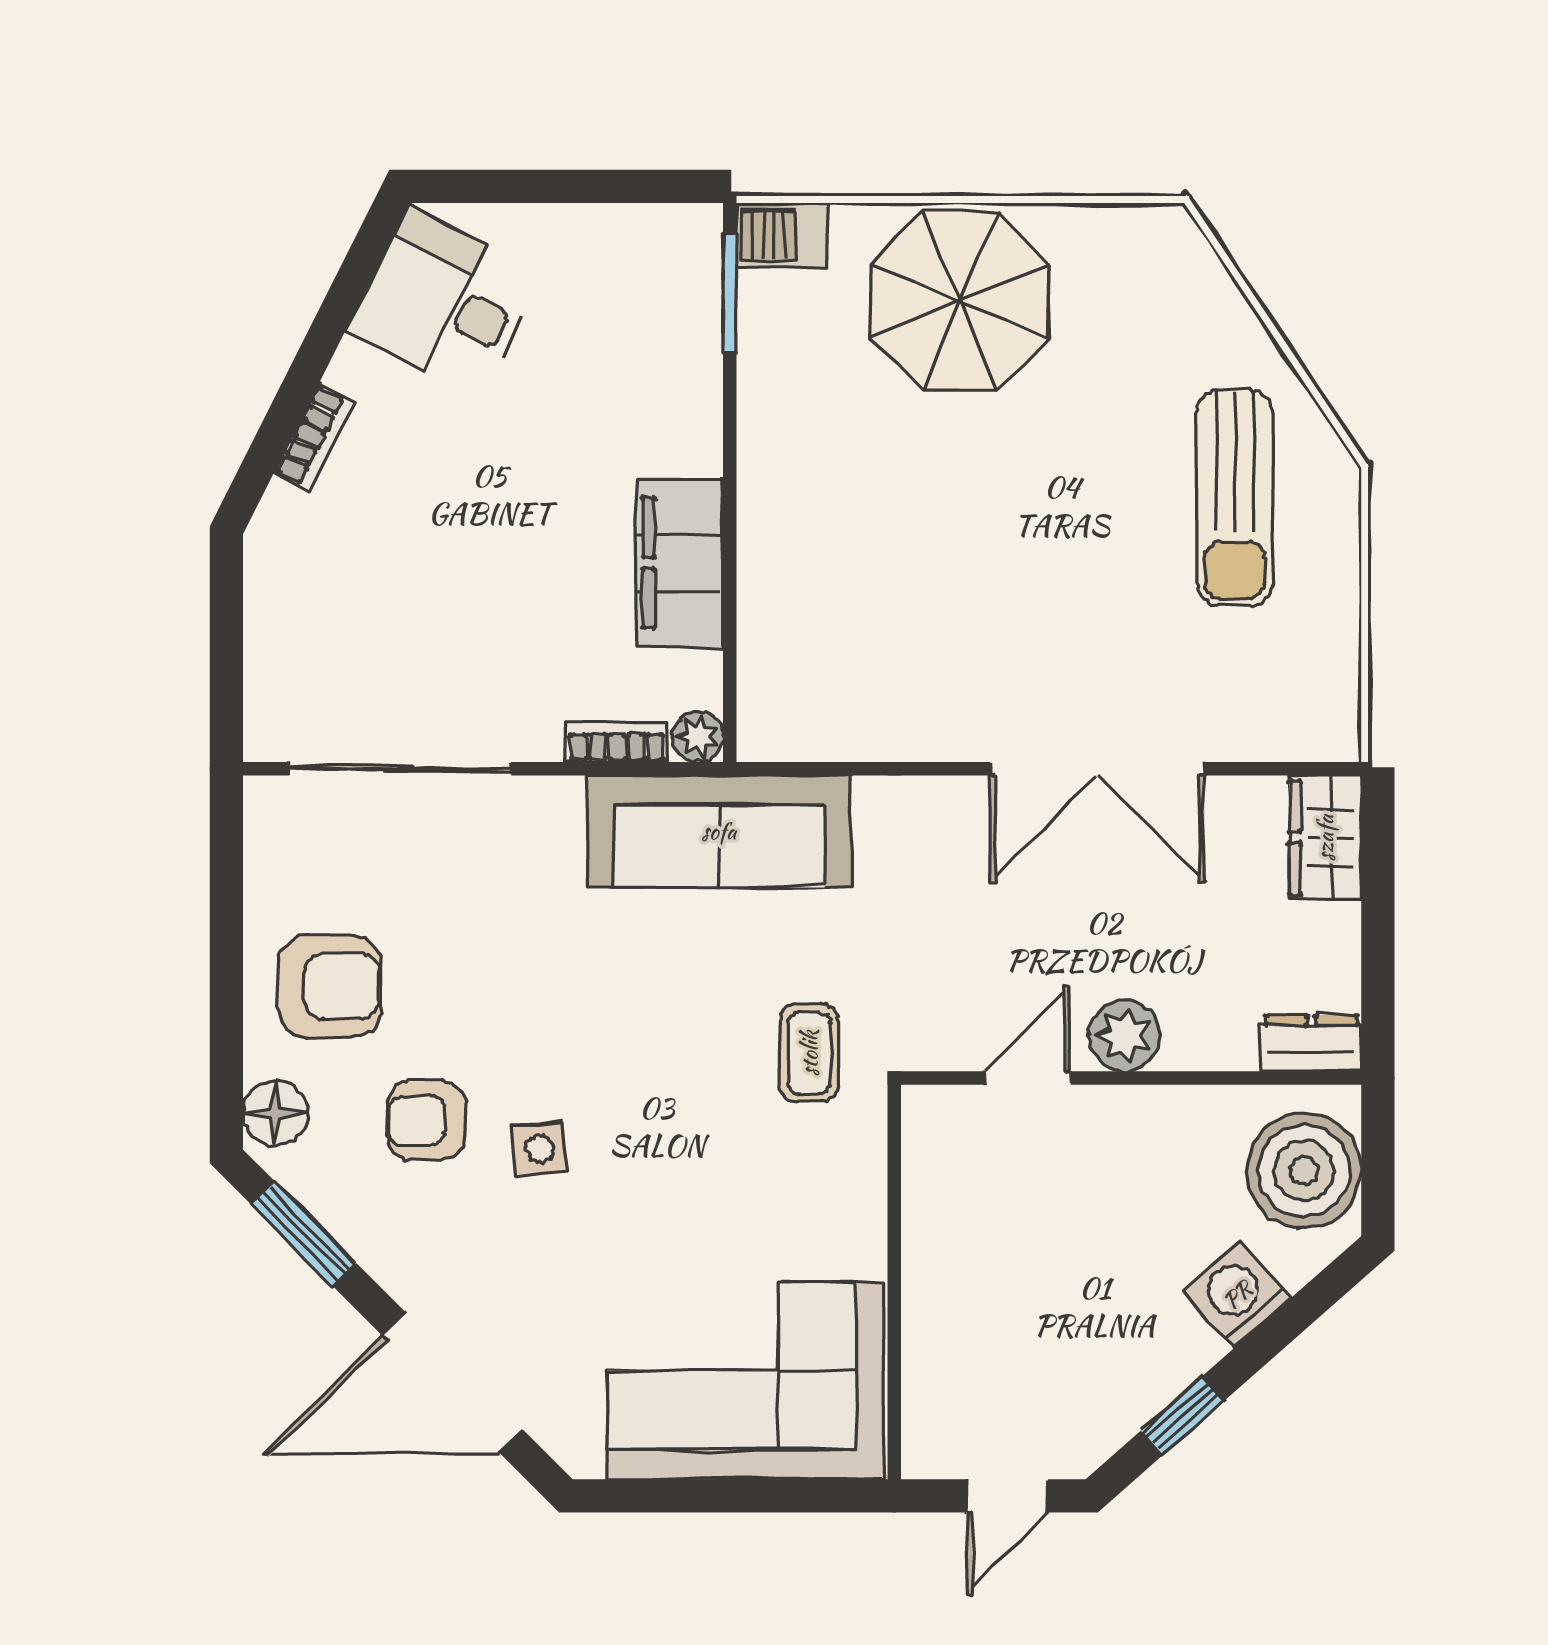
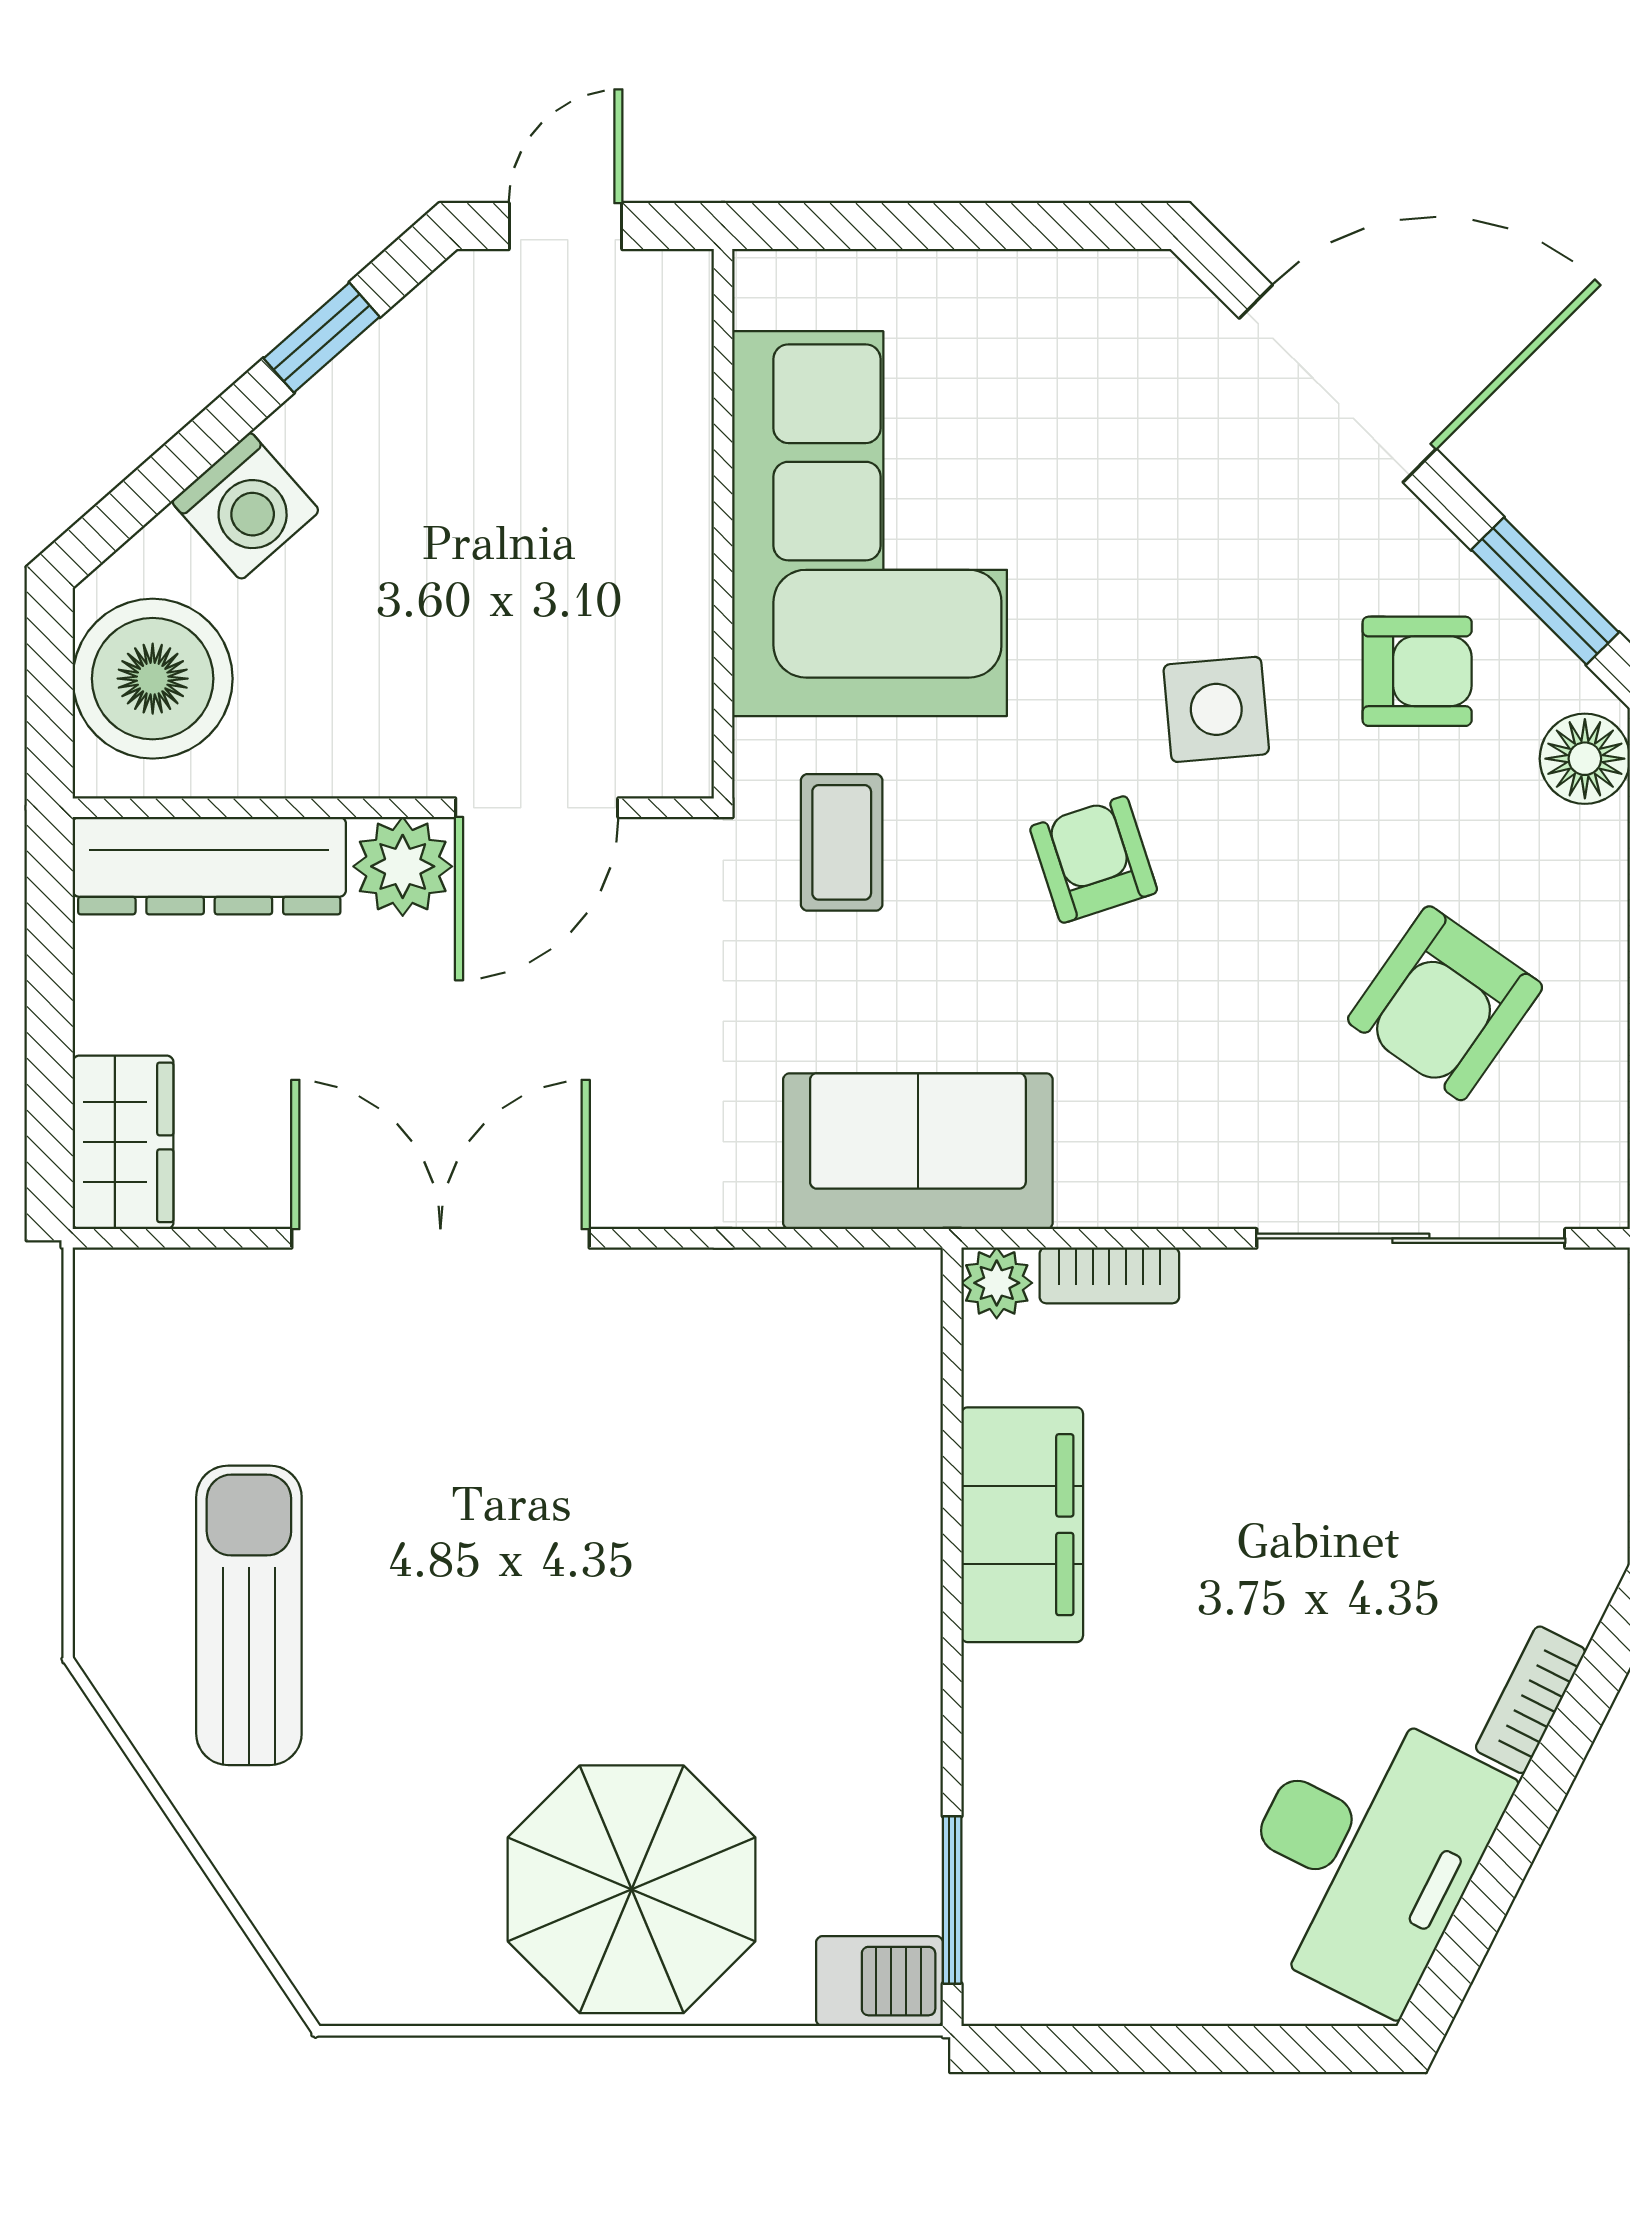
desk: (445, 303) -> (1365, 1855), width x1.37
sofa: (719, 831) -> (918, 1151), width x0.73
armchair: (330, 986) -> (1445, 1003), moved, turned -55
armchair: (628, 1041) -> (1094, 860), added
dresser: (1311, 1043) -> (209, 866), width x1.96, depth x1.24
door: (1028, 1078) -> (537, 808), width x1.38
armchair: (426, 1121) -> (1417, 671), moved
side table: (540, 1149) -> (1216, 709), width x1.37, depth x1.37
corner sofa: (746, 1381) -> (870, 524), moved, turned -90

